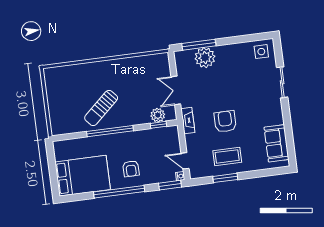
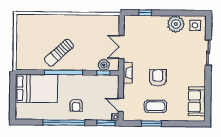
window: (199, 45) -> (145, 13), width x0.46
plant: (205, 58) -> (176, 24), moved
bed: (83, 176) -> (36, 88), moved

